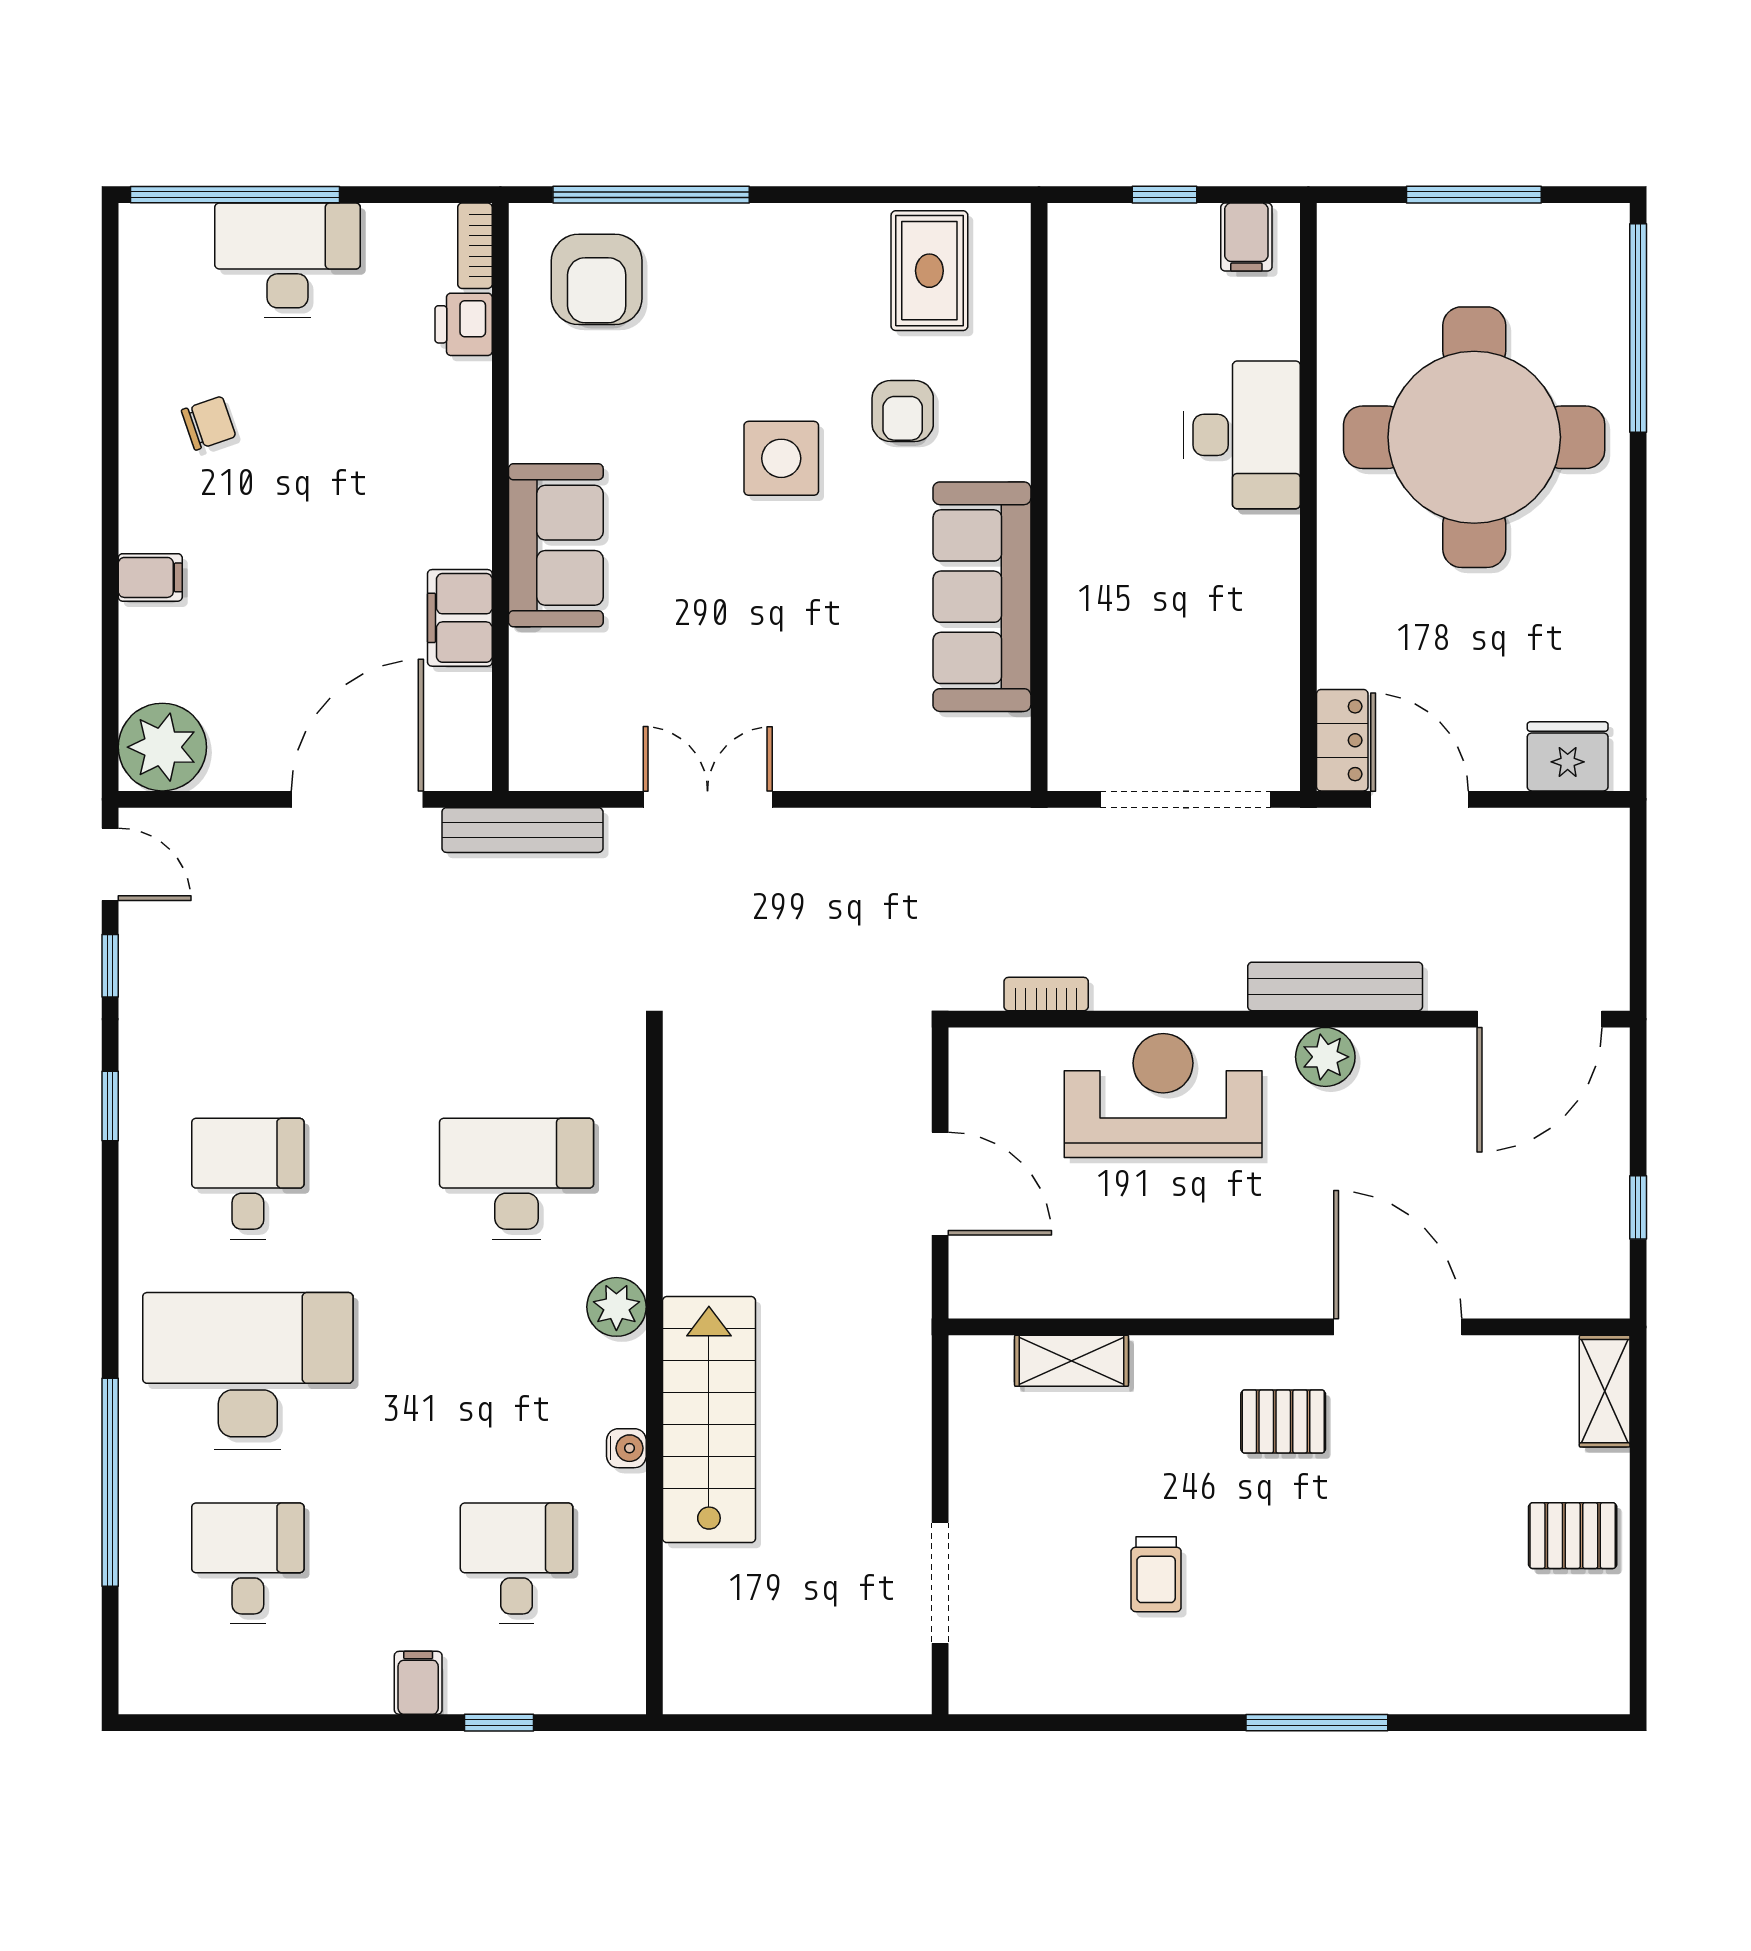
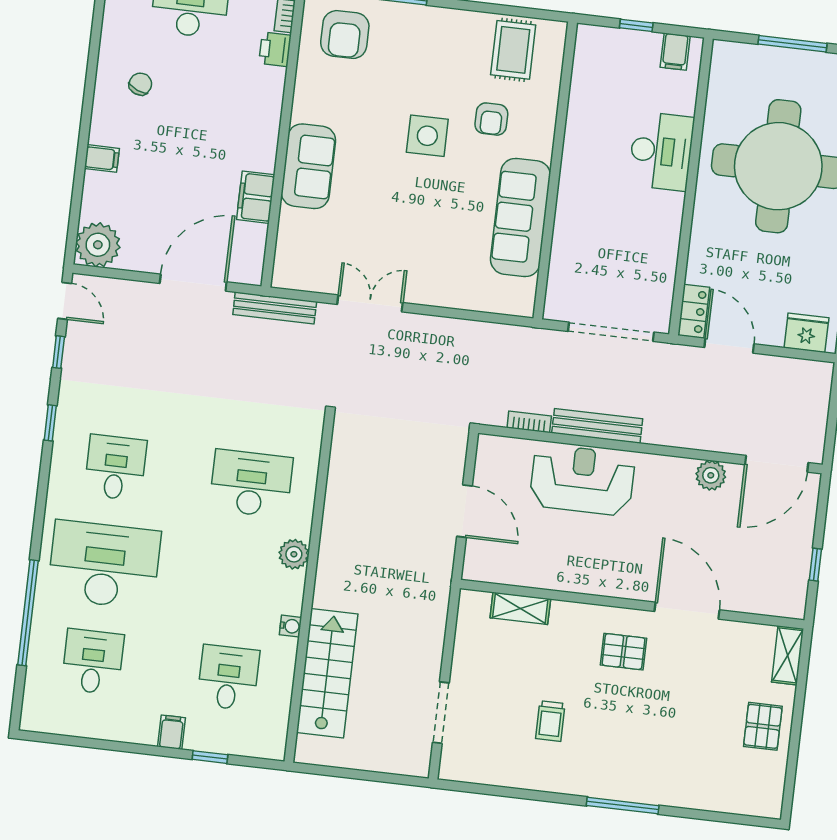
chair: (209, 423) -> (140, 84), turned -48
bench: (1335, 986) -> (597, 426), moved
plant: (1325, 1057) -> (711, 475), moved
stairs: (709, 1420) -> (327, 673), moved
pallet: (1573, 1536) -> (763, 726), turned 90

